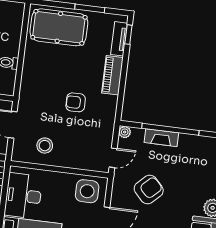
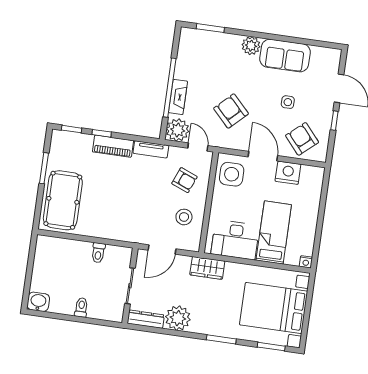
tv unit: (119, 39) -> (151, 149), moved
window: (125, 64) -> (102, 133), added
armchair: (76, 102) -> (184, 180), moved, turned -68
plant: (125, 132) -> (178, 130), width x1.87, depth x1.87

